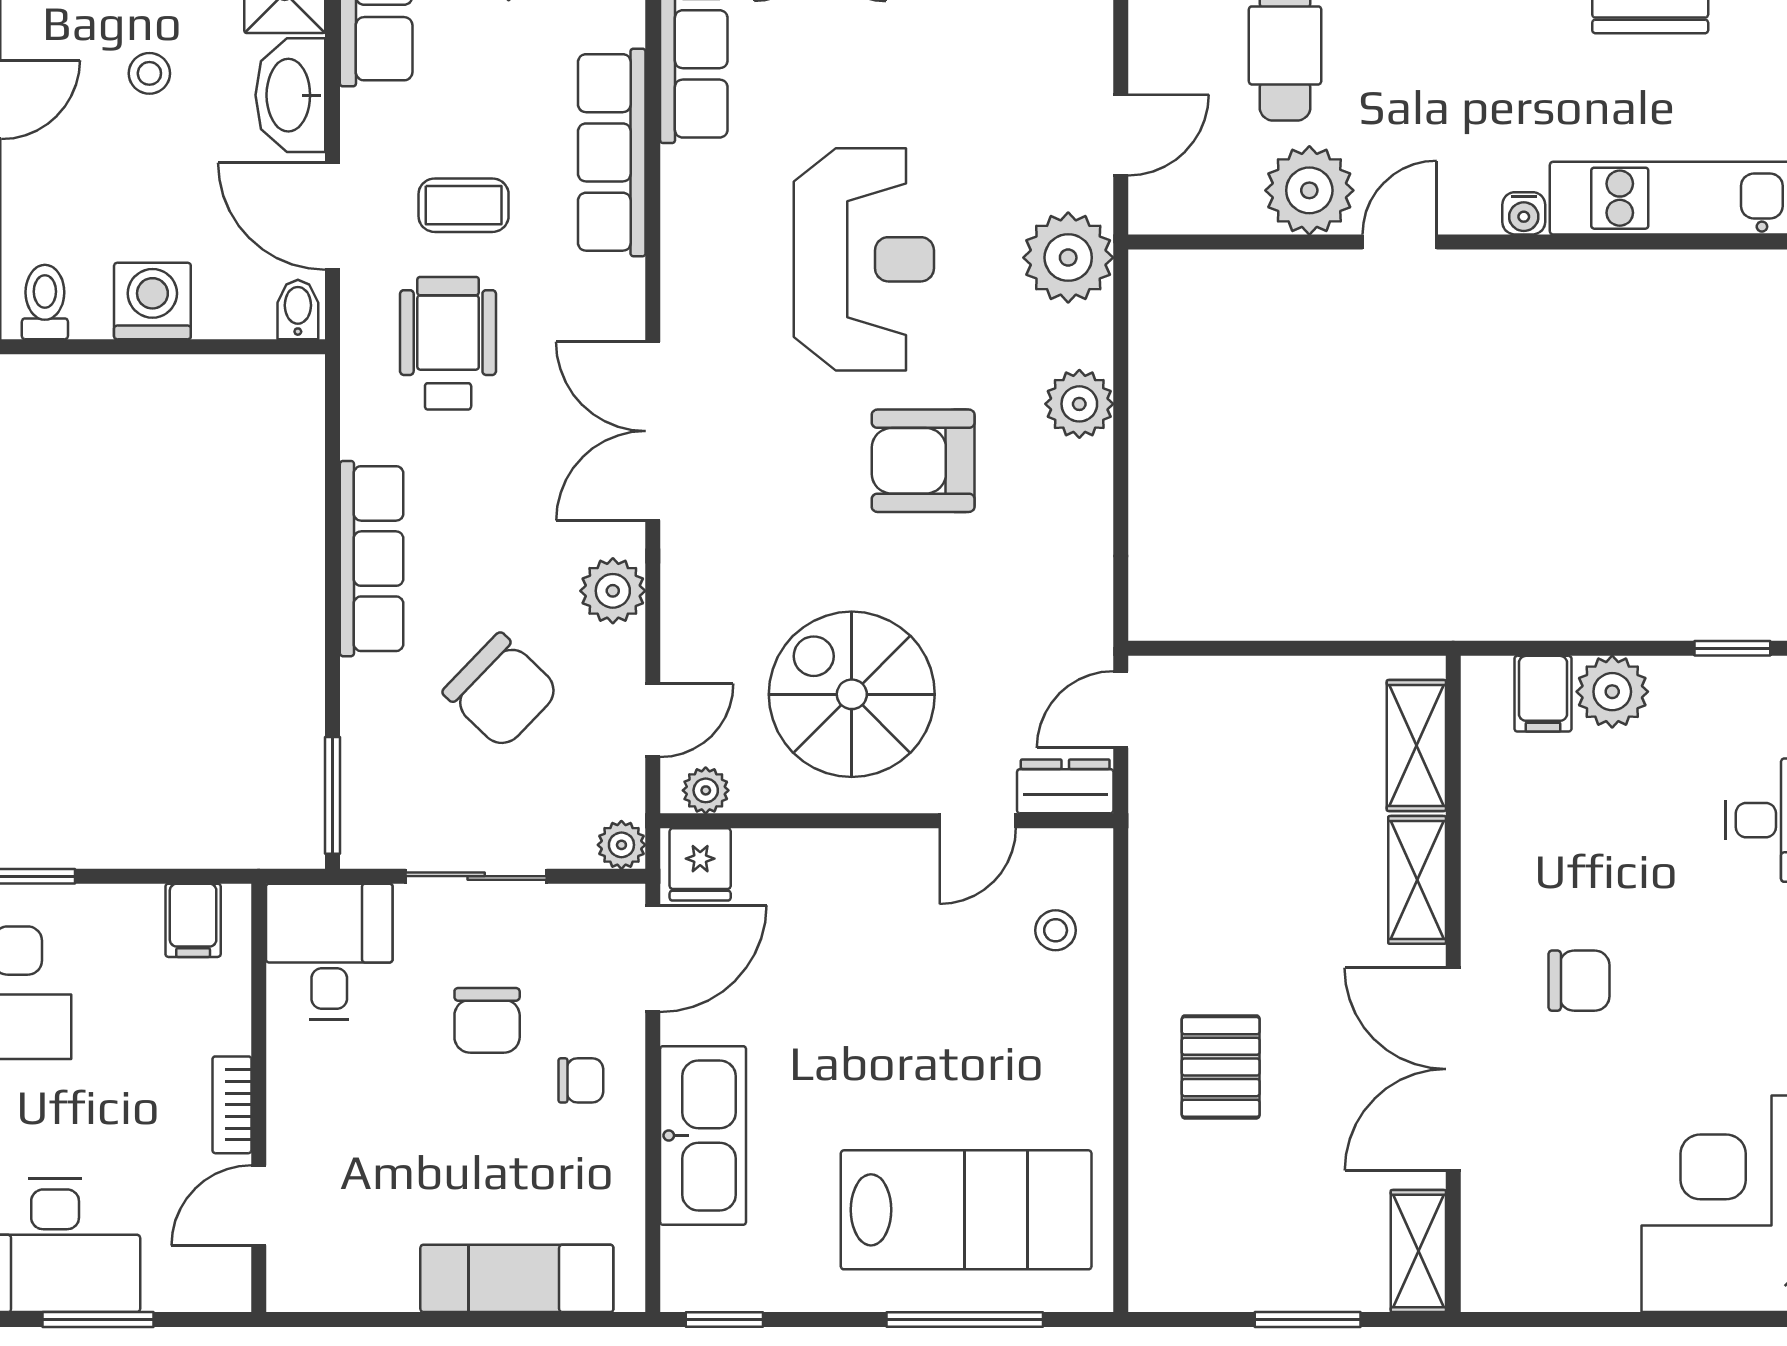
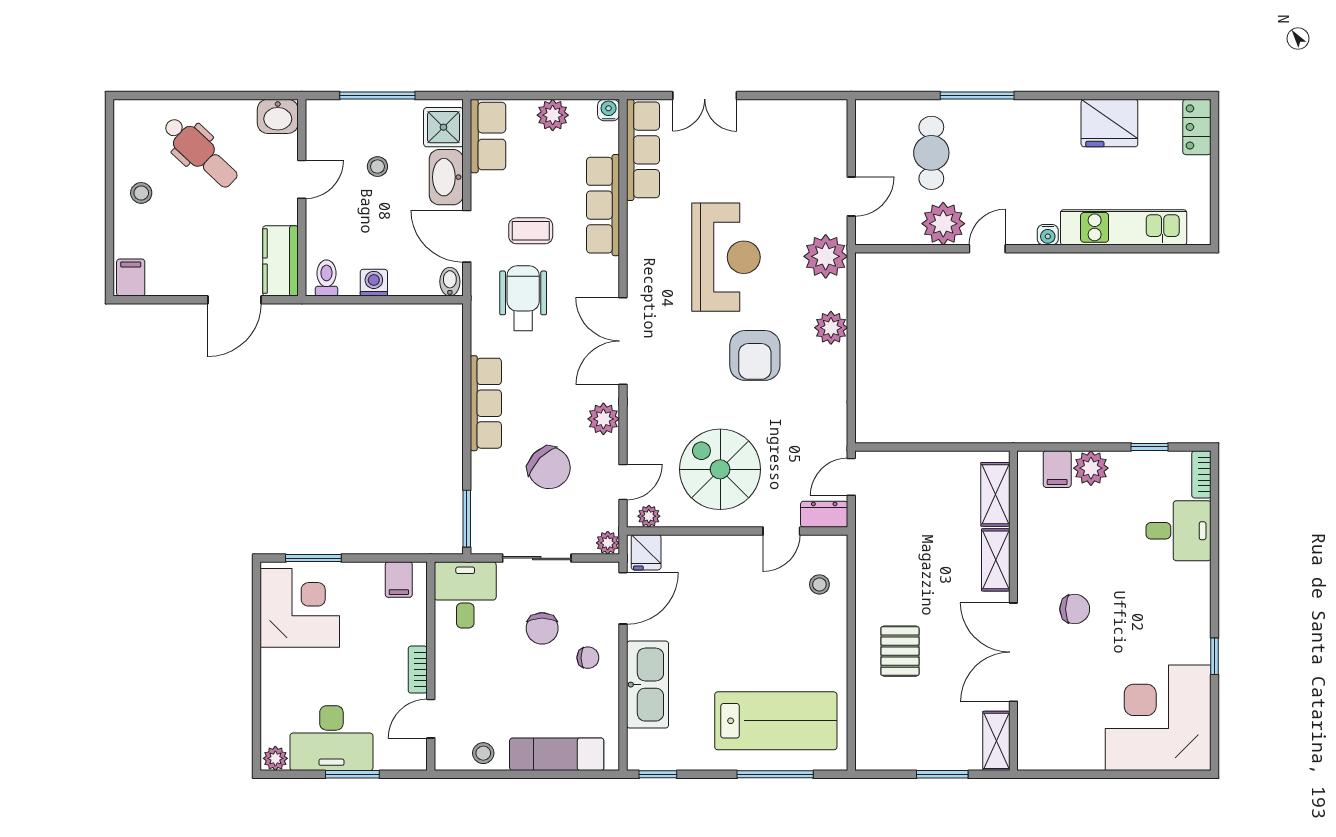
washing machine: (152, 301) -> (374, 283), width x0.73, depth x0.73
armchair: (923, 461) -> (755, 355), turned -90
stool: (366, 1276) -> (483, 753), added

